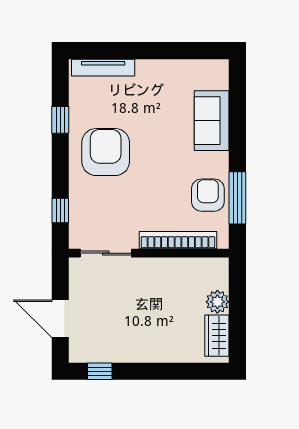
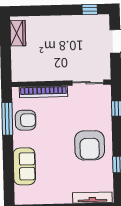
armchair: (208, 195) -> (26, 120), turned -90
plant: (217, 302) -> (18, 54), removed

